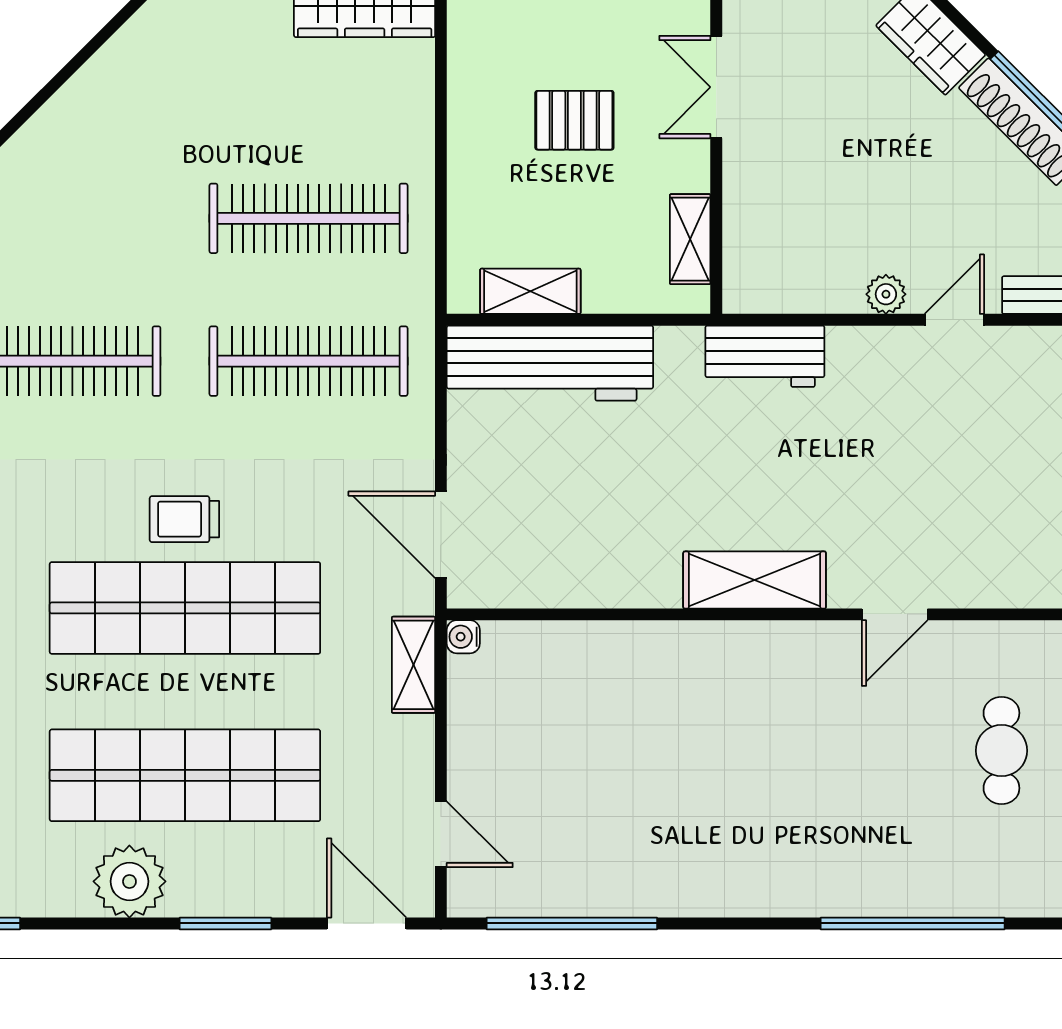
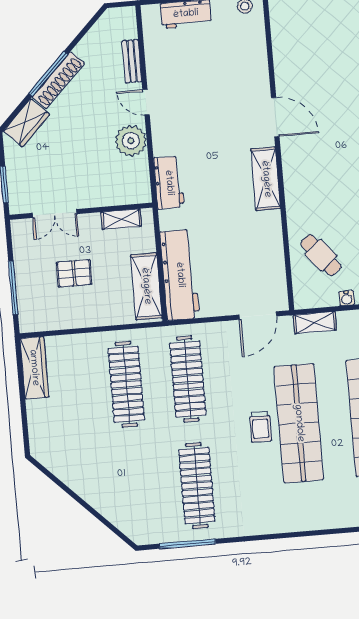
pallet: (574, 120) -> (74, 273), turned 90
shelving: (530, 291) -> (146, 286), width x1.50, depth x1.33
plant: (886, 294) -> (131, 141), width x1.88, depth x1.88
door: (895, 614) -> (275, 117), width x1.38
water cooler: (463, 637) -> (347, 298), moved
cafe table: (1001, 751) -> (321, 255), moved, turned 51

